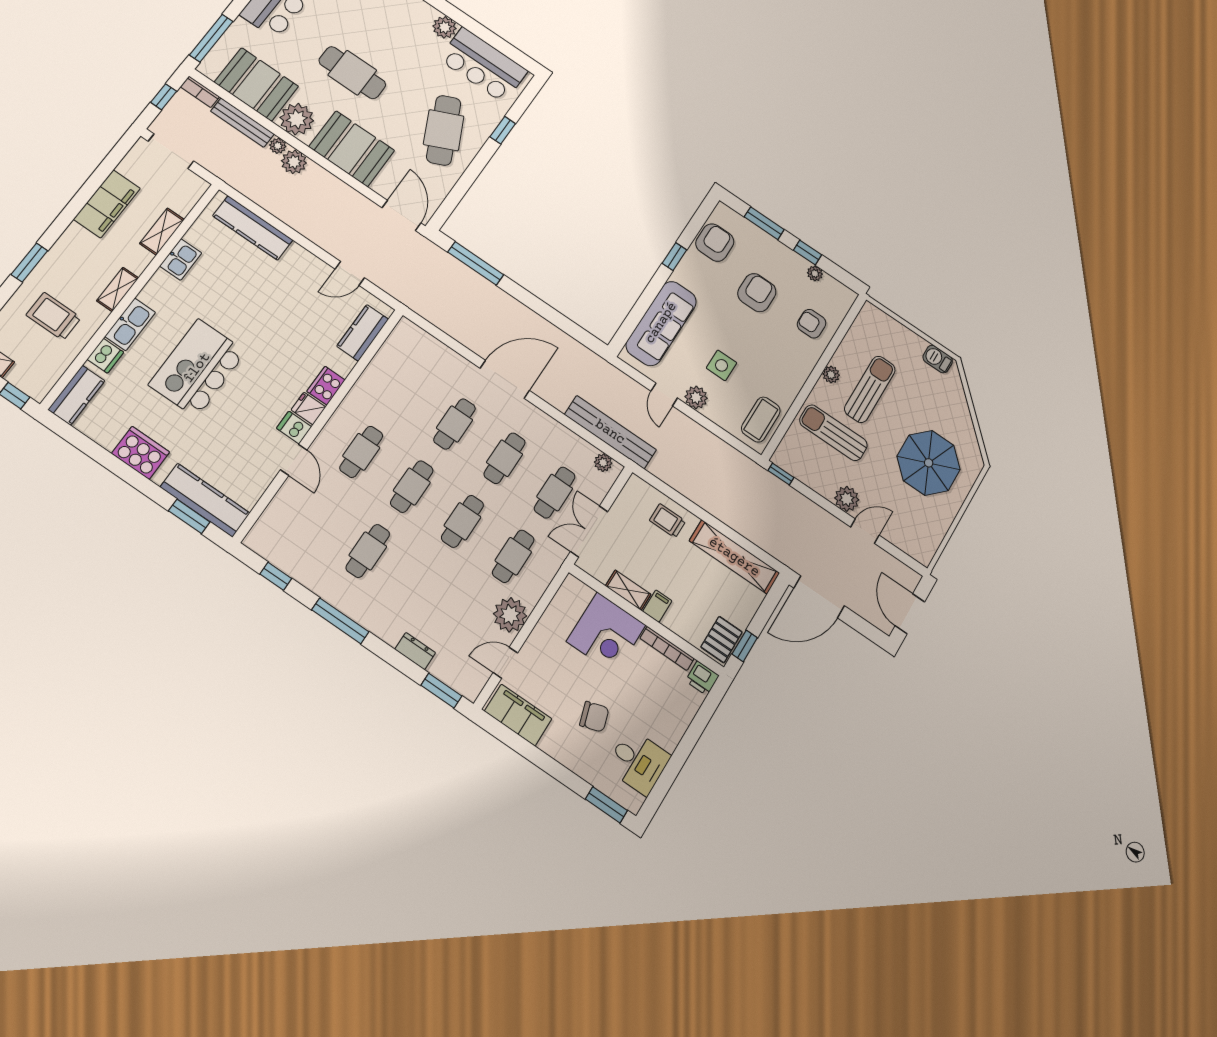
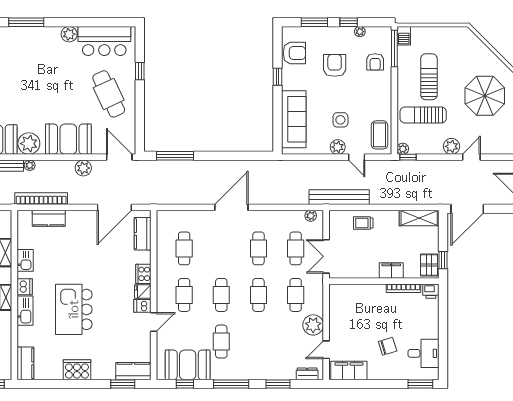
cafe table: (352, 73) -> (39, 96), removed
plant: (294, 162) -> (83, 168), moved
bookcase: (262, 197) -> (41, 199), added
kitchen counter: (253, 228) -> (49, 218), width x0.67
armchair: (715, 243) -> (294, 53), turned 90
door: (350, 273) -> (114, 207), width x1.88
armchair: (812, 324) -> (375, 62), turned -90
window: (846, 324) -> (394, 48), added
dishwasher: (105, 356) -> (25, 287), moved
barbecue: (938, 359) -> (404, 36), moved, turned -90
plant: (831, 375) -> (403, 149), moved
door: (664, 394) -> (357, 157), moved
cafe table: (455, 424) -> (184, 248), moved
bench: (610, 432) -> (339, 197), moved
door: (294, 460) -> (154, 322), hinge flipped
kitchen counter: (205, 500) -> (133, 371), width x0.67
booth: (299, 552) -> (188, 365), added
shelving: (734, 557) -> (419, 218), width x0.68
shelving: (628, 590) -> (365, 272), removed
filing cabinet: (657, 606) -> (391, 270), width x2.00
corner desk: (606, 633) -> (368, 302), removed
dresser: (415, 651) -> (307, 374), moved
window: (441, 691) -> (278, 384), moved

